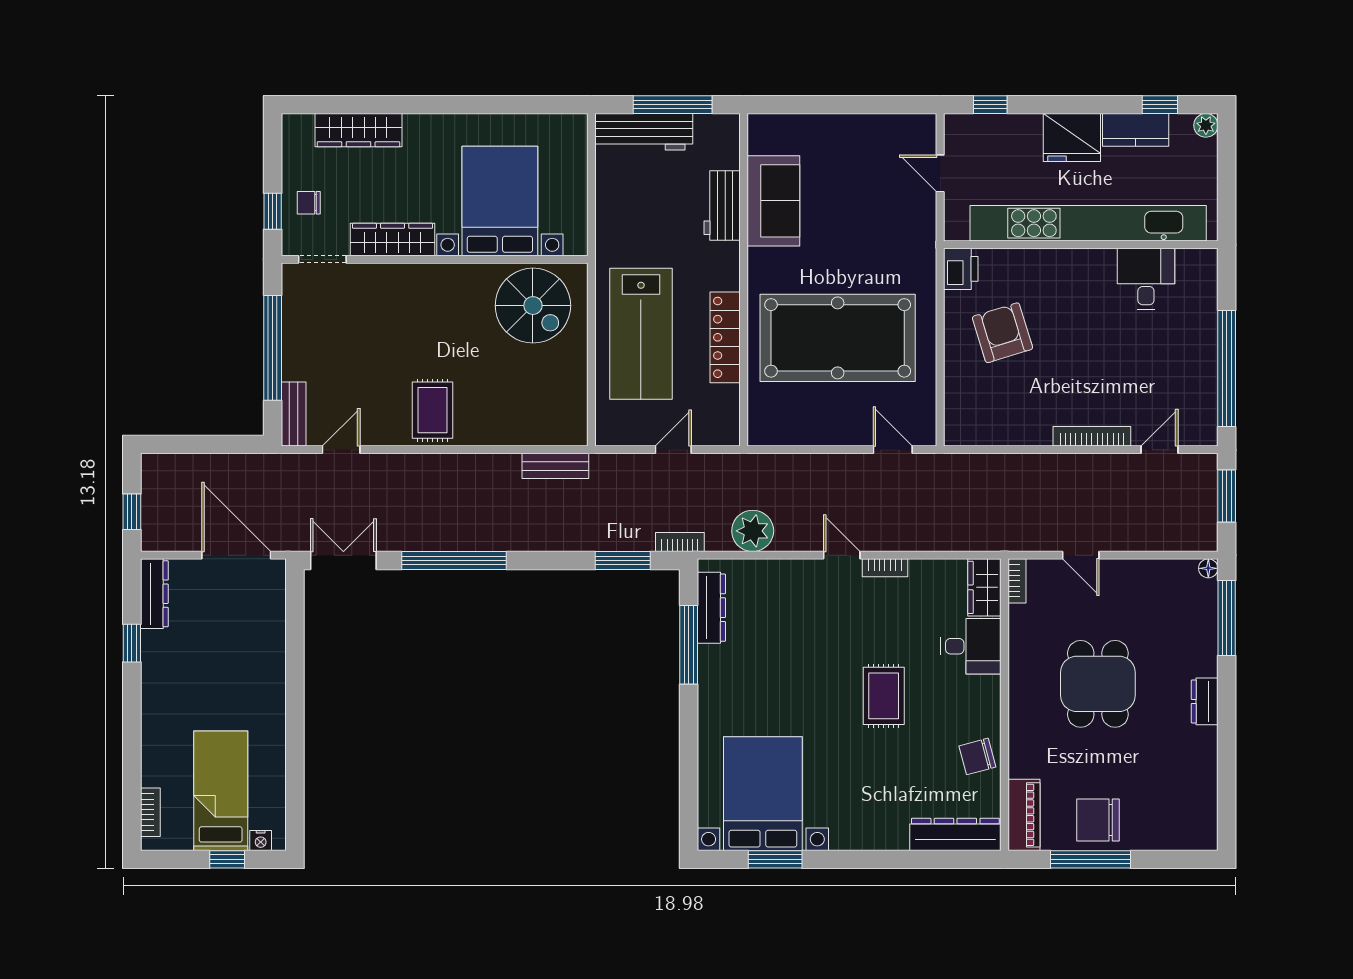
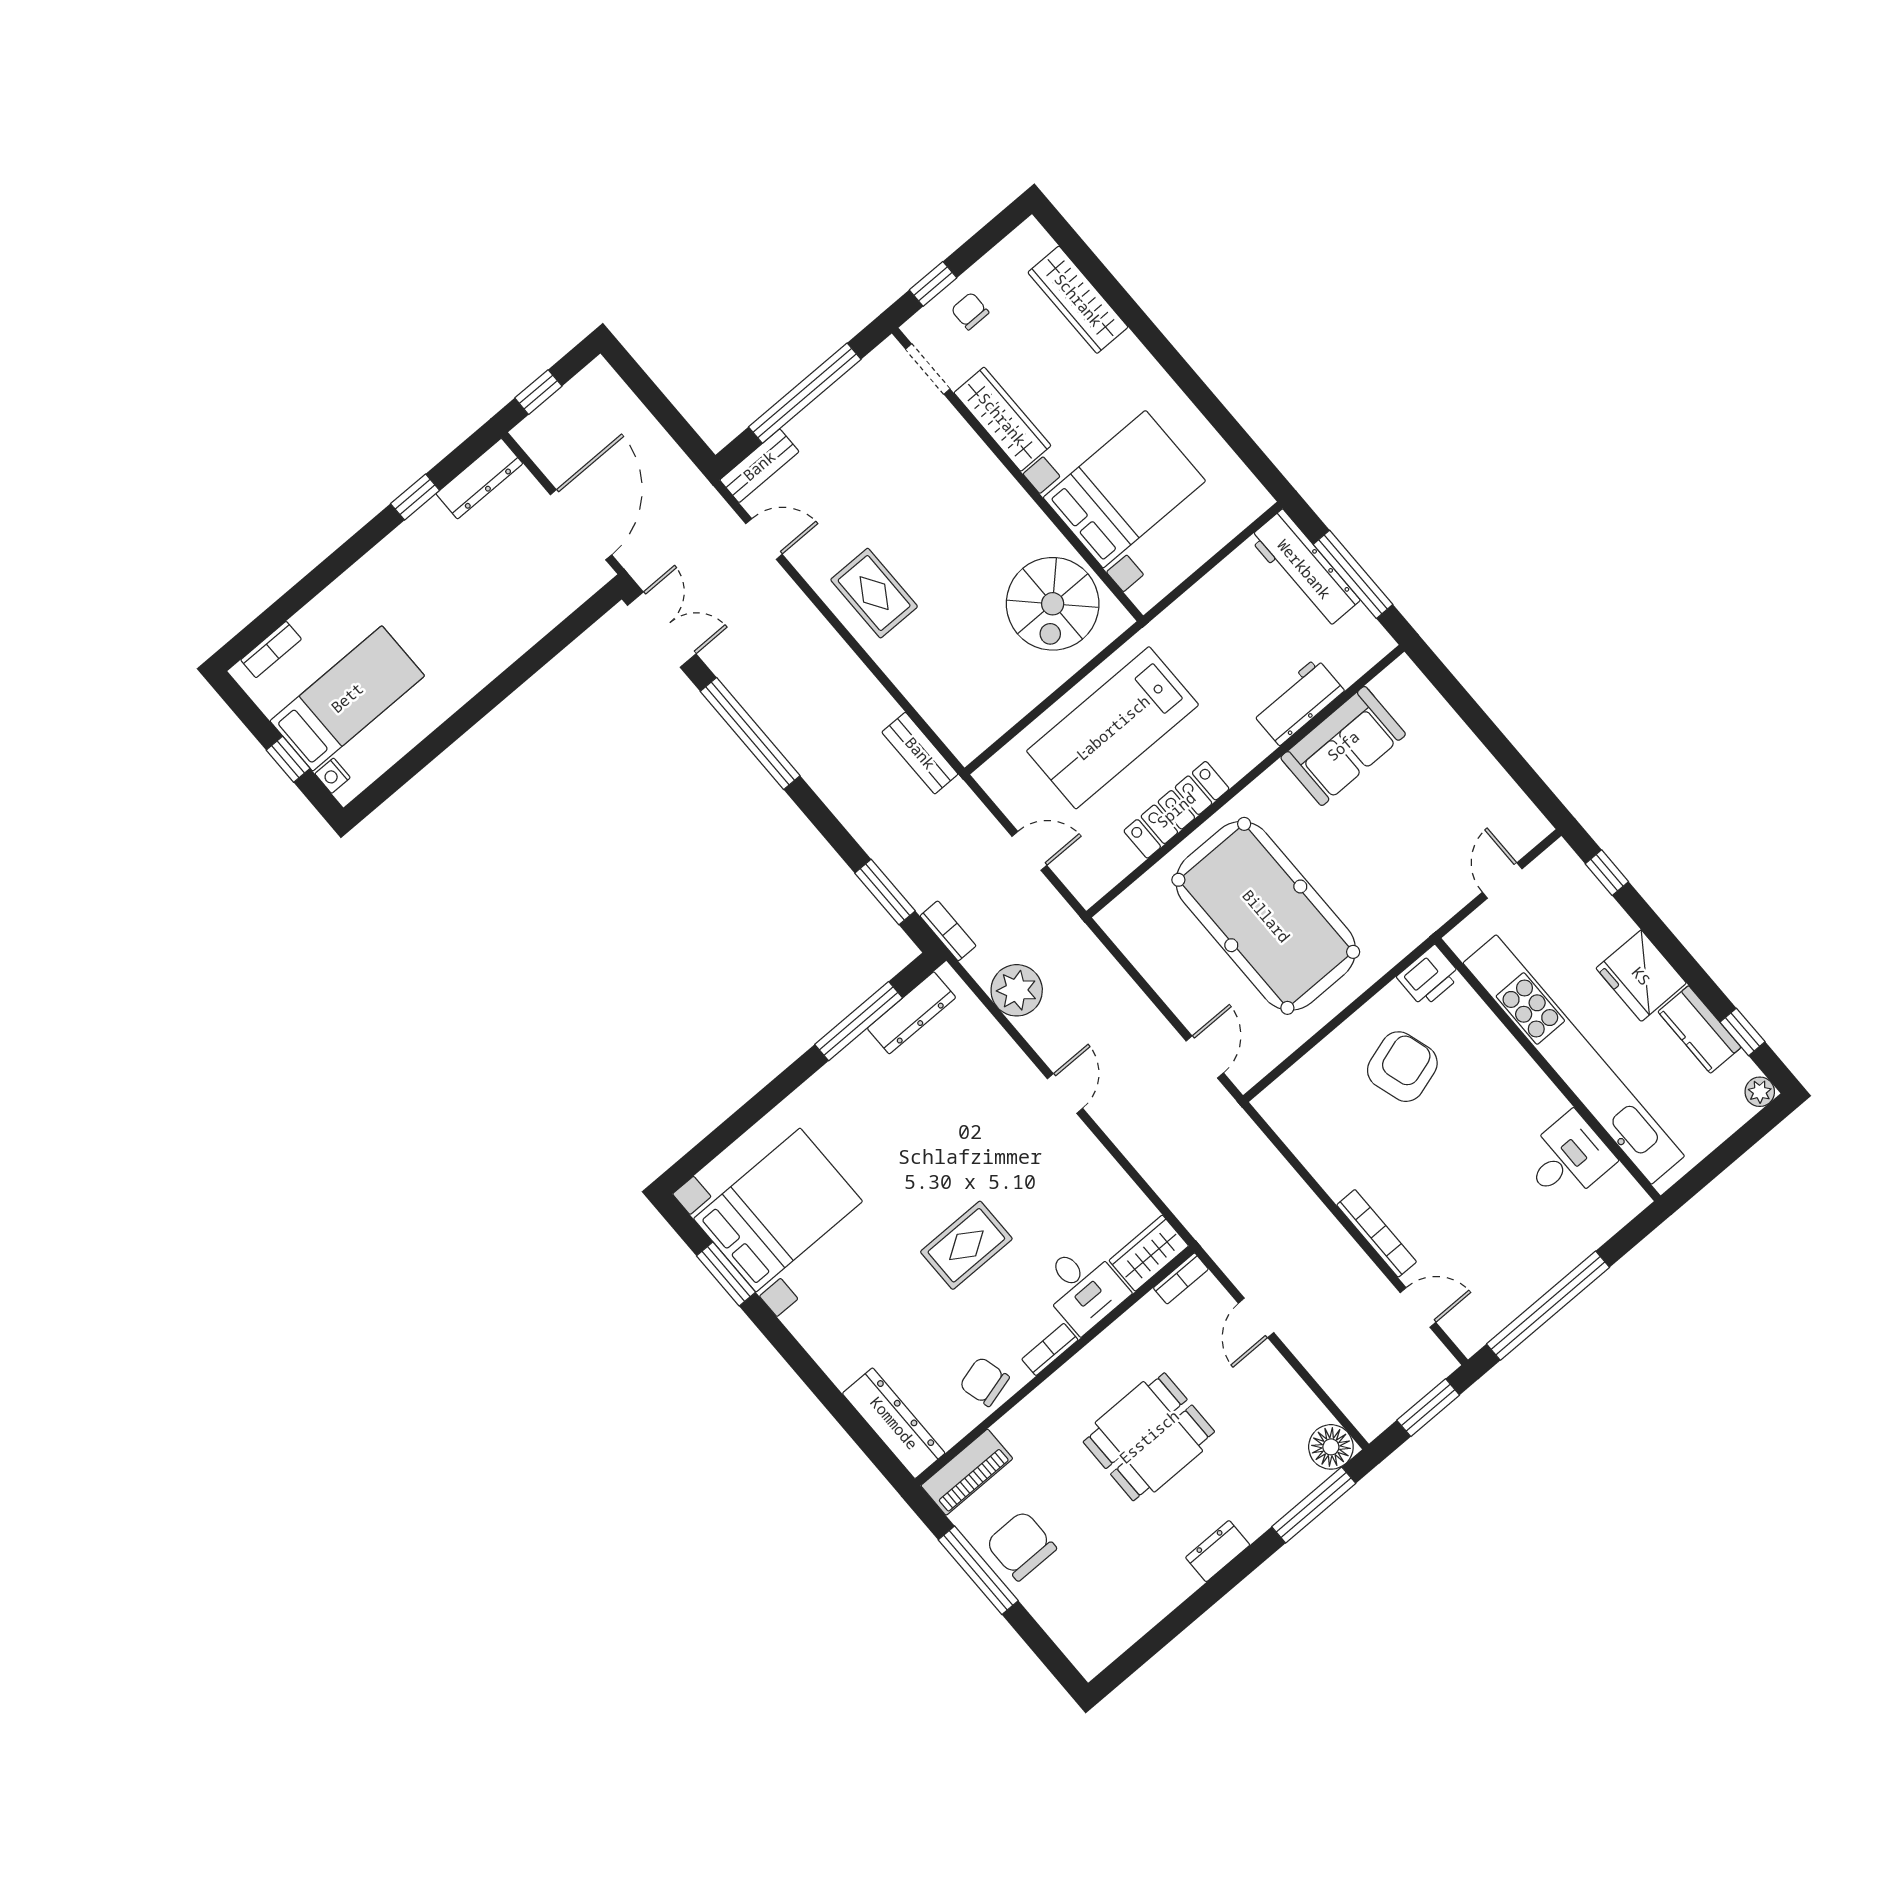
rug: (433, 410) -> (874, 593), turned 90
bookcase: (885, 568) -> (1050, 1349), moved, turned 90
floor lamp: (1208, 568) -> (1331, 1447), width x1.89, depth x1.89

